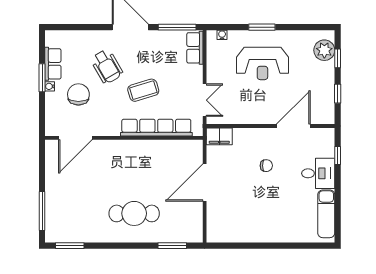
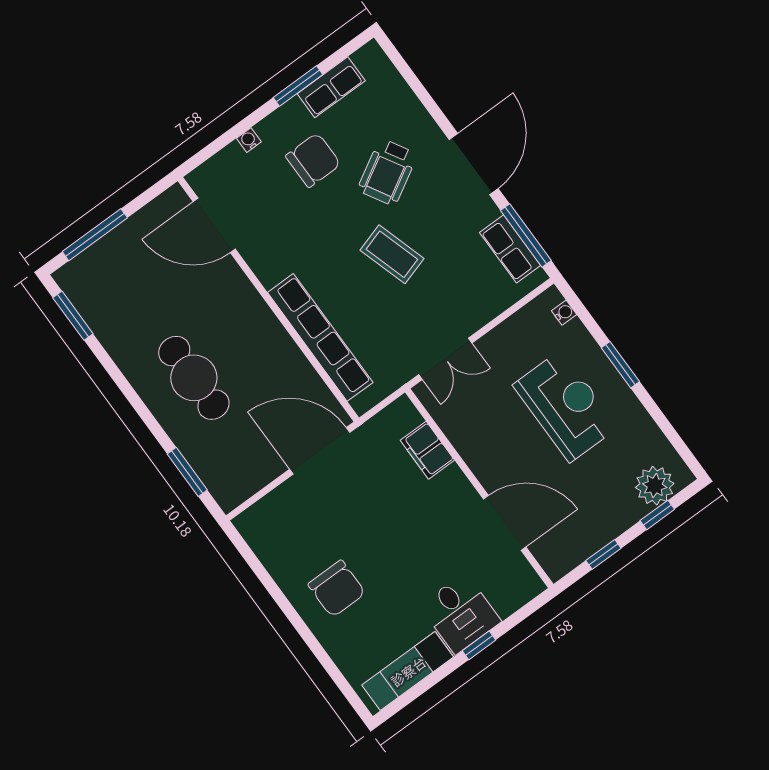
row of seats: (195, 48) -> (510, 249), moved, turned -90
reception desk: (262, 64) -> (565, 406), turned 180
water cooler: (50, 86) -> (249, 140), moved
row of seats: (156, 128) -> (320, 337), moved
filing cabinet: (219, 136) -> (427, 450), moved
door: (75, 138) -> (214, 225), moved
wall: (124, 138) -> (268, 299), moved
window: (338, 155) -> (479, 645), moved
chair: (266, 166) -> (337, 589), moved, width x1.87, depth x1.87

